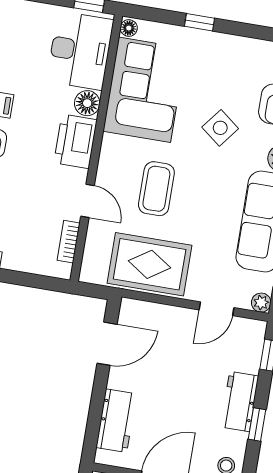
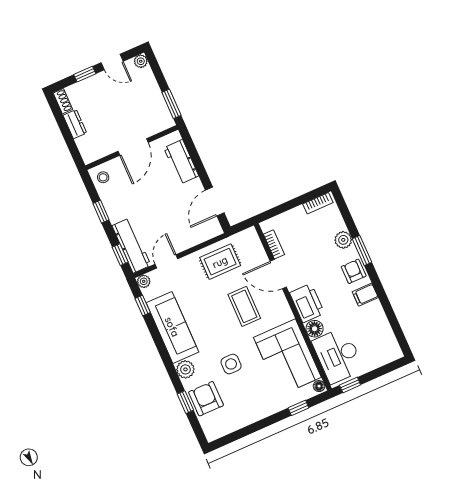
window: (199, 22) -> (298, 408), moved
side table: (220, 128) -> (231, 364), turned -38
door: (87, 201) -> (278, 274), width x1.38
rug: (150, 264) -> (220, 262), width x0.73, depth x0.70
workbench: (240, 401) -> (131, 245), moved, width x1.38

